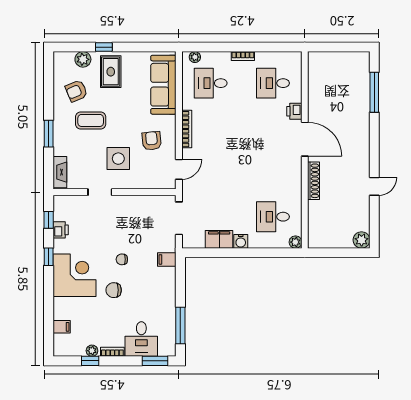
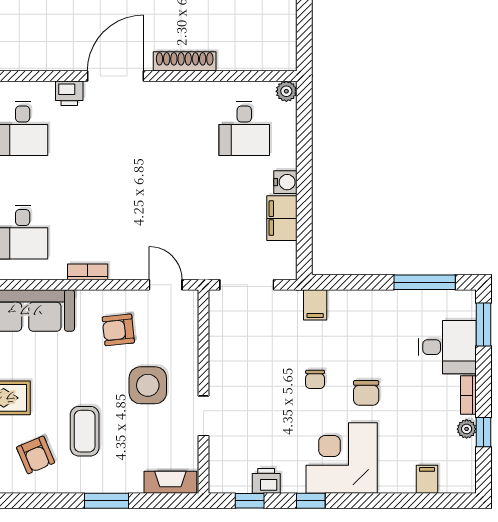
bookcase: (187, 129) -> (88, 272), width x0.64

